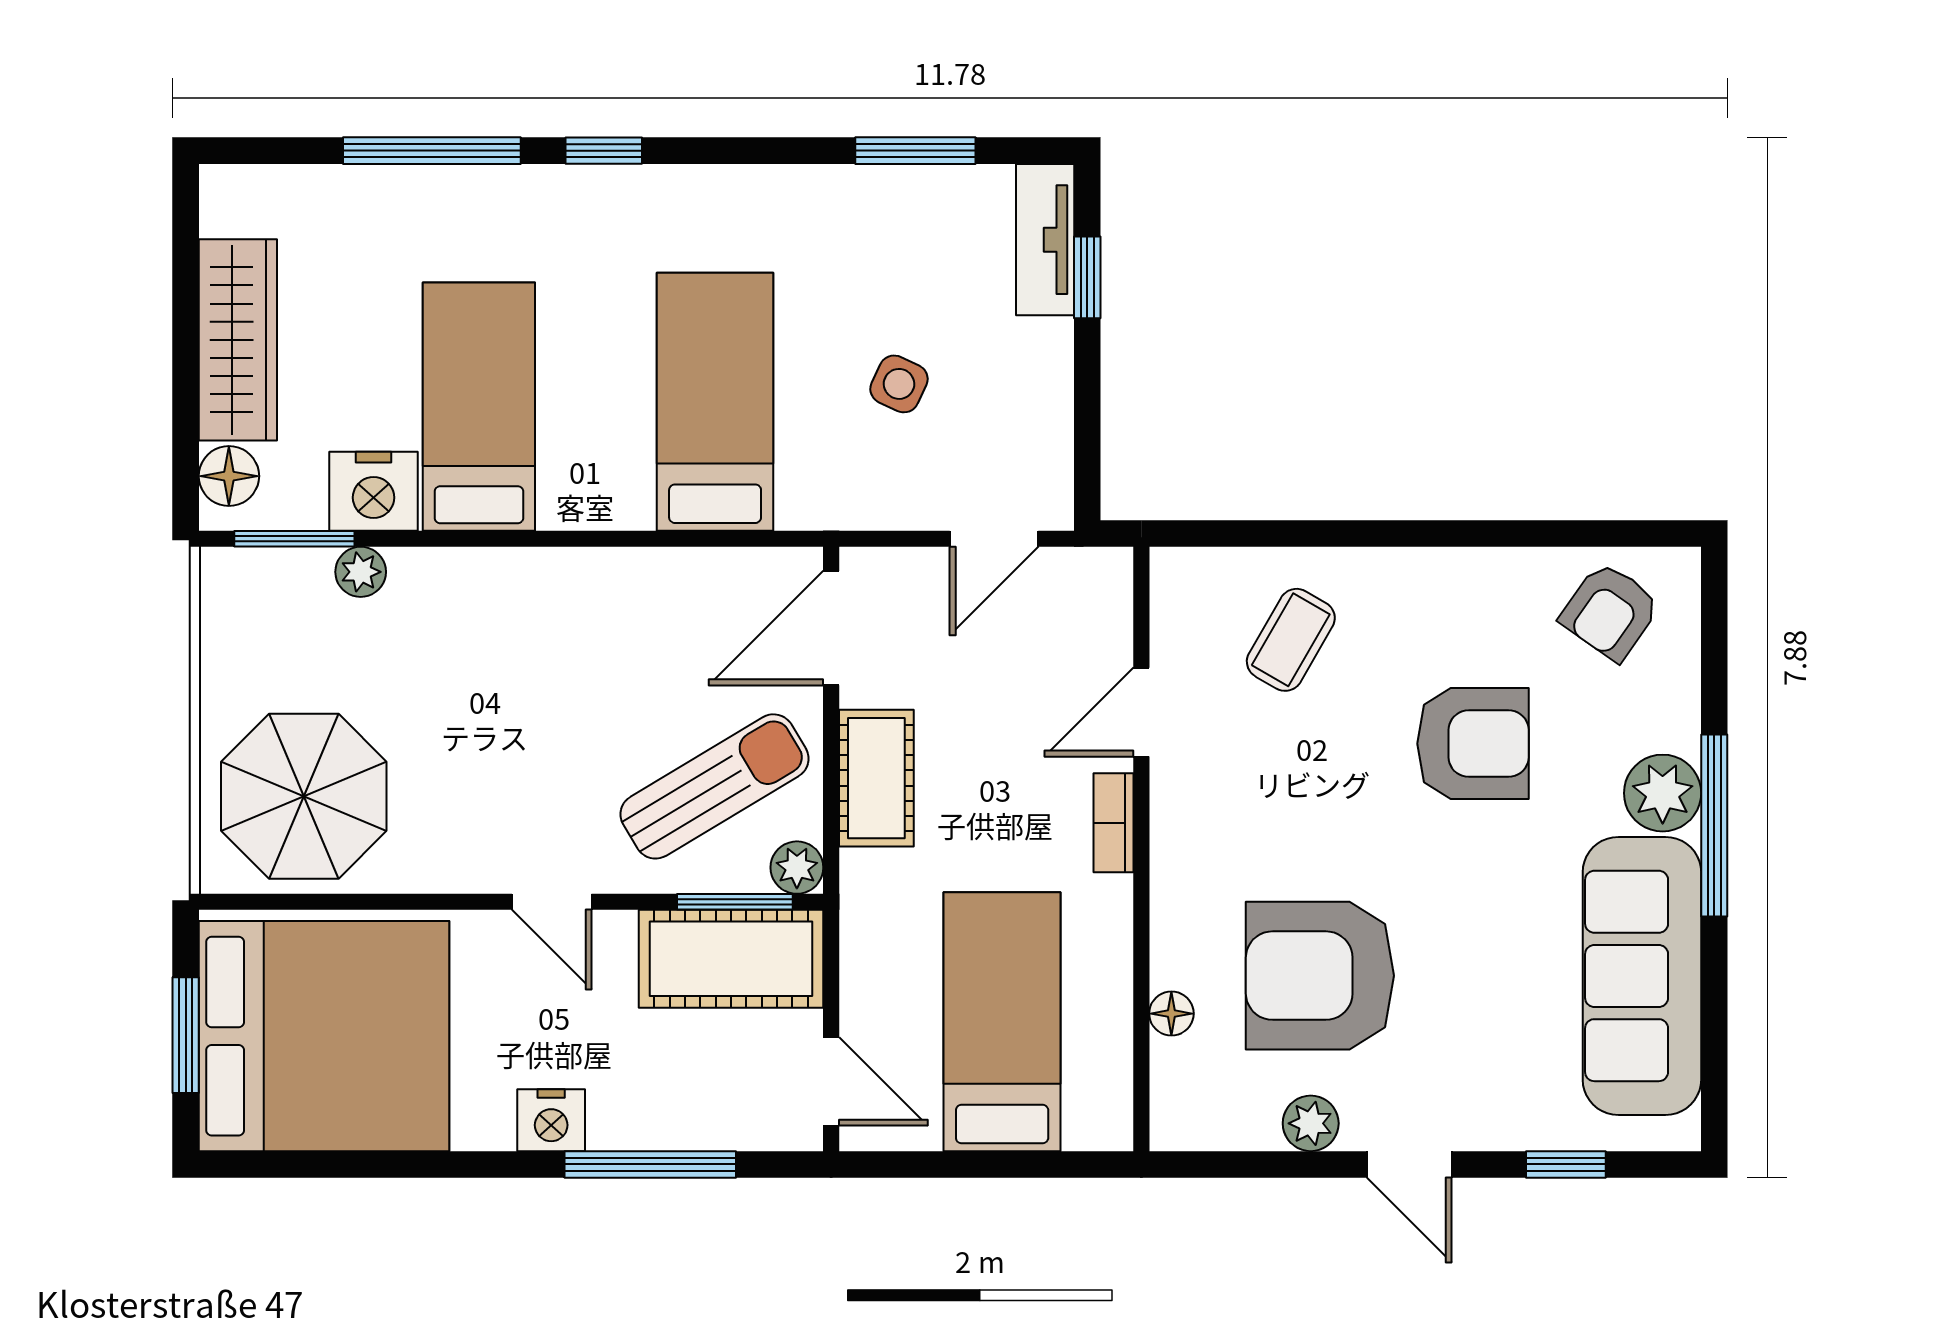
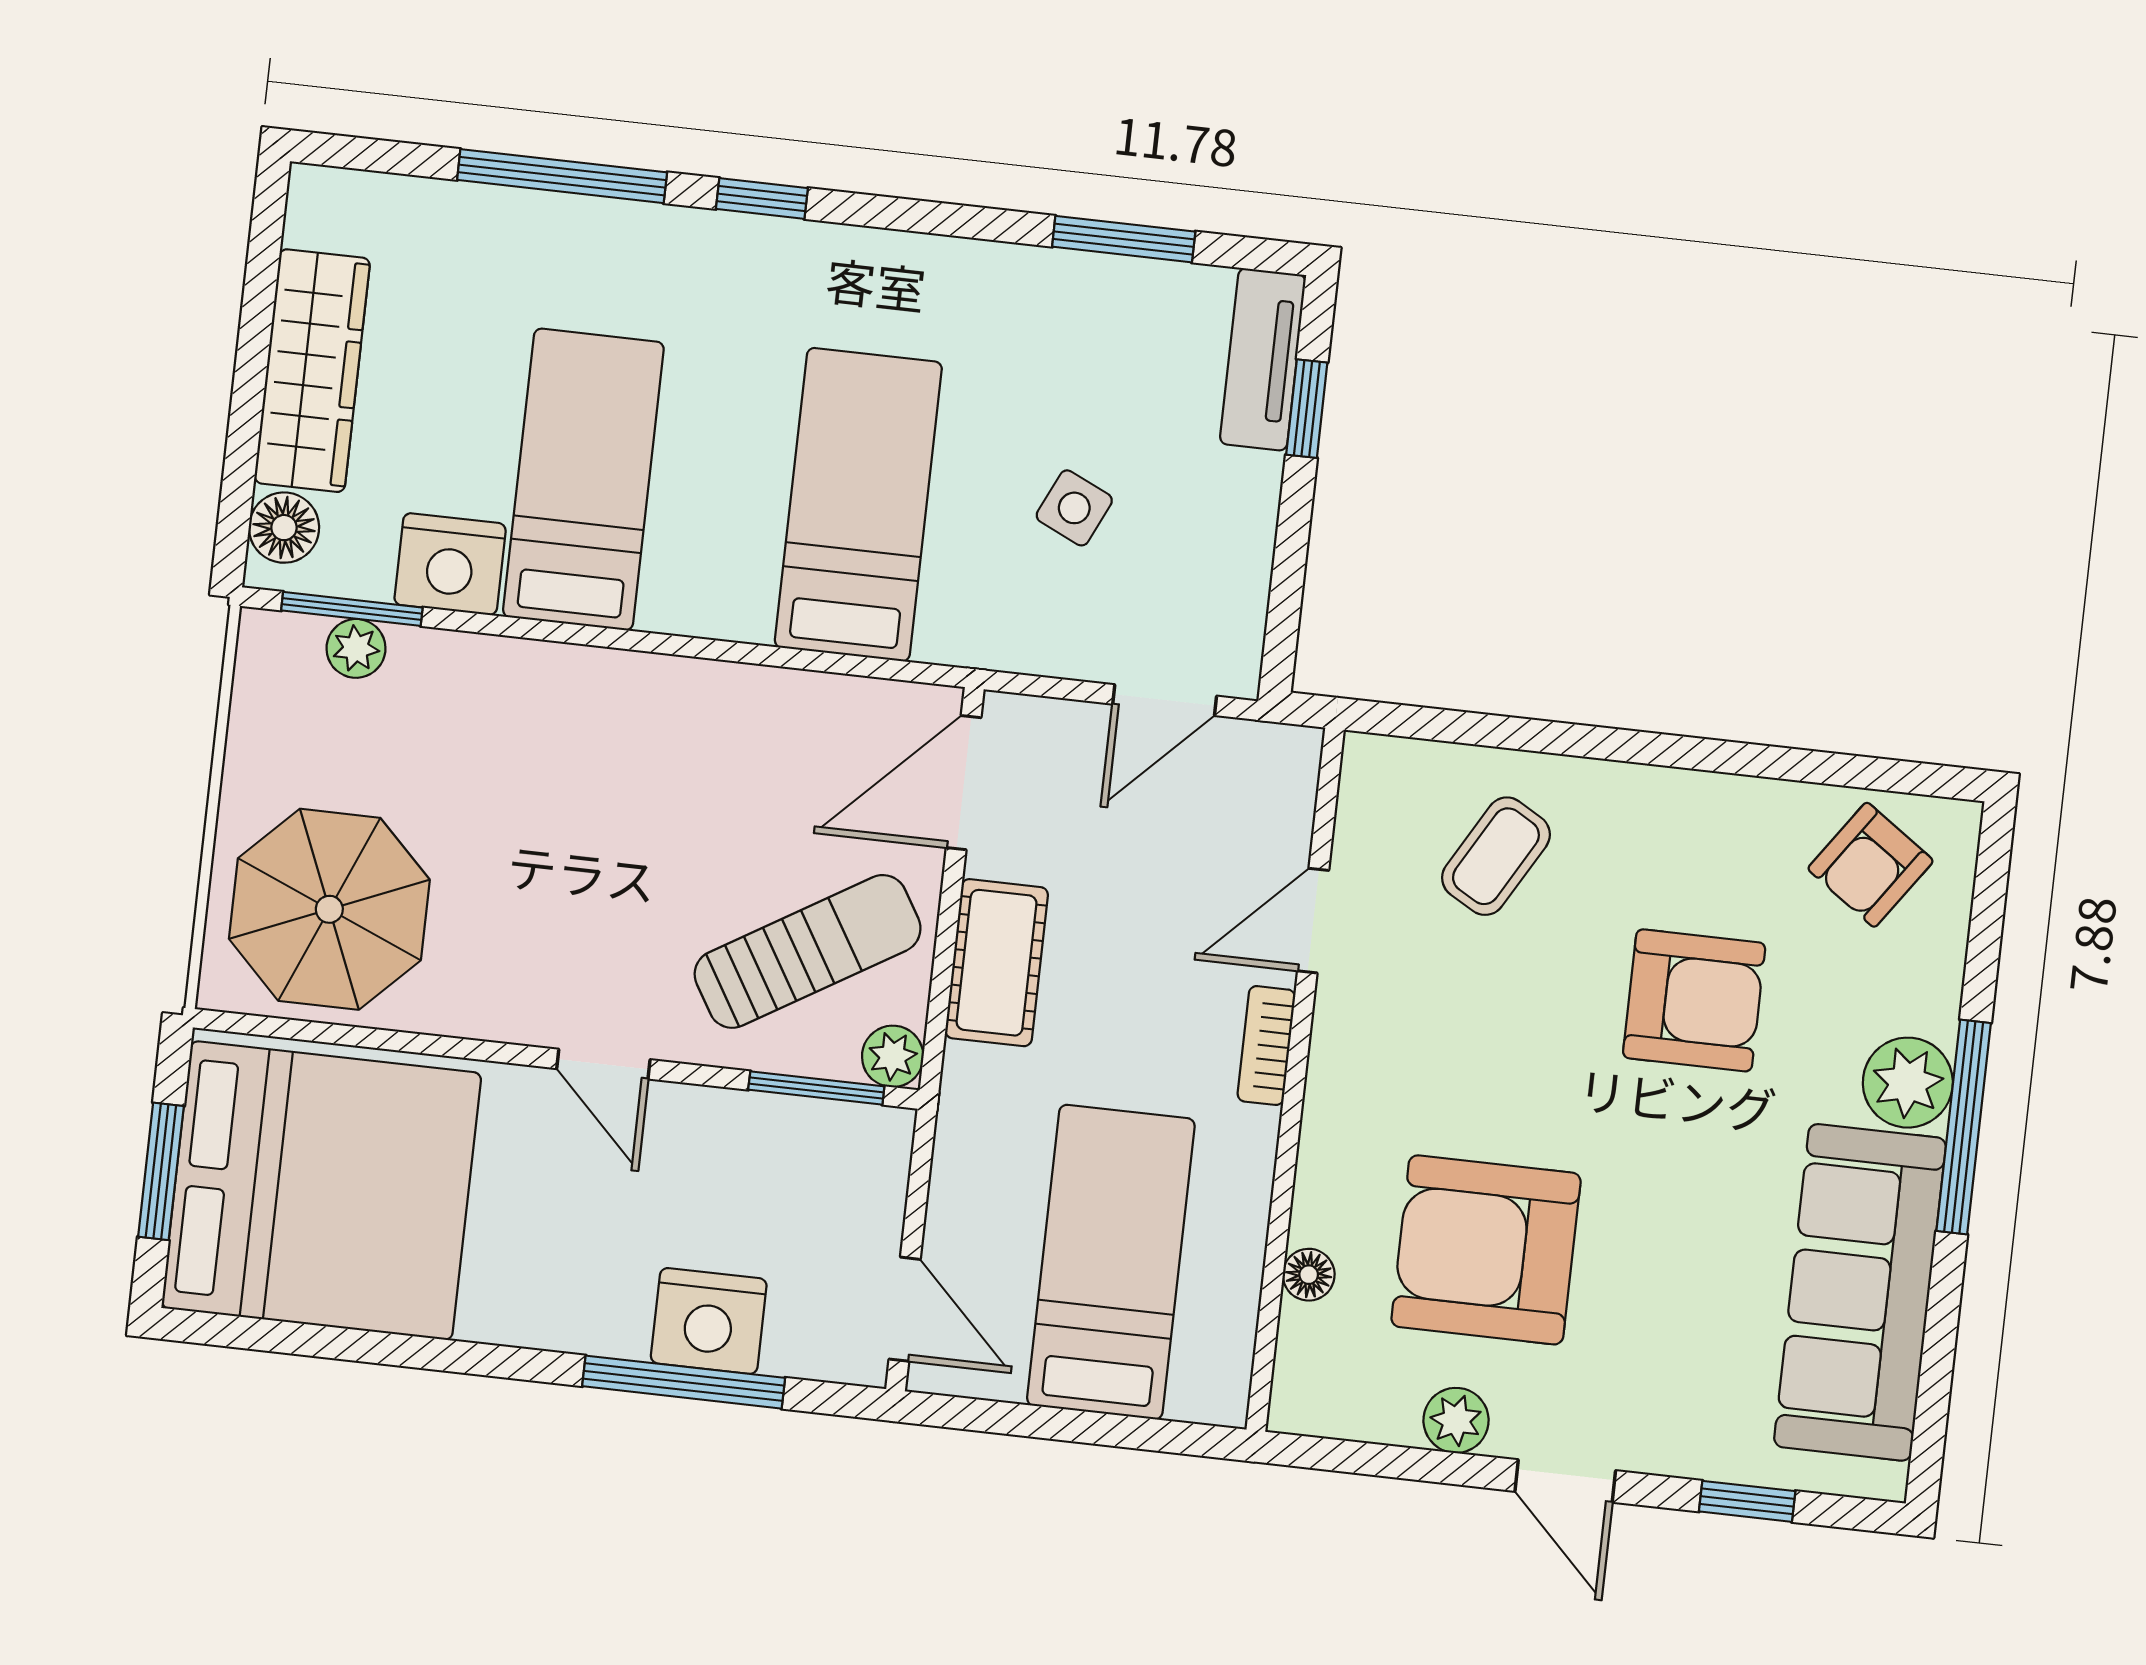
plant: (361, 572) -> (356, 648), moved
cot: (731, 959) -> (804, 1154), removed
nightstand: (551, 1120) -> (709, 1321), moved, width x1.36, depth x1.33

